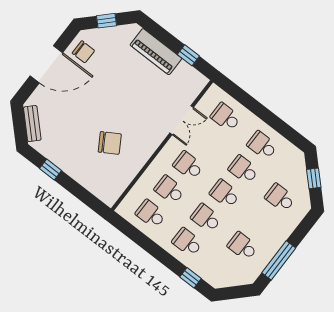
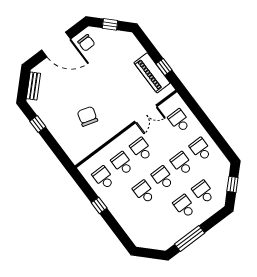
piano: (156, 52) -> (152, 73), moved
chair: (110, 143) -> (87, 116), turned -133
school desk: (187, 242) -> (125, 206), removed
school desk: (243, 246) -> (184, 206), moved
window: (190, 278) -> (99, 205), moved

